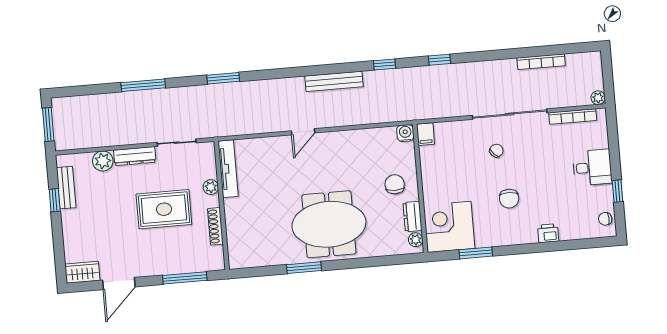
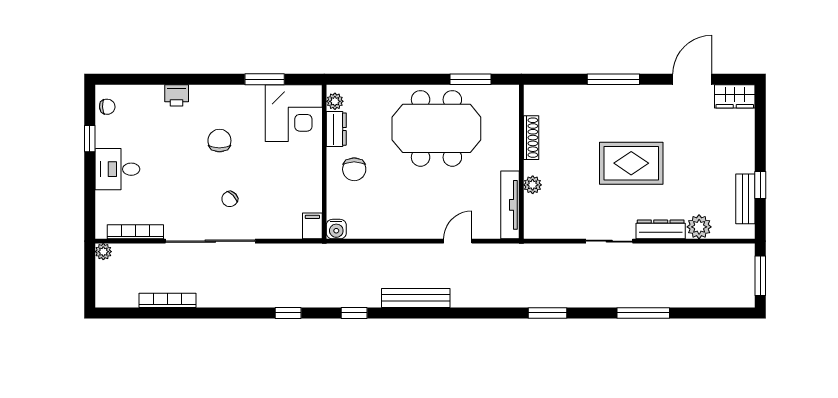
tv unit: (228, 169) -> (510, 205), moved
plant: (211, 187) -> (533, 185), moved
wall: (222, 205) -> (521, 162), moved
shoe rack: (215, 226) -> (531, 138), moved

